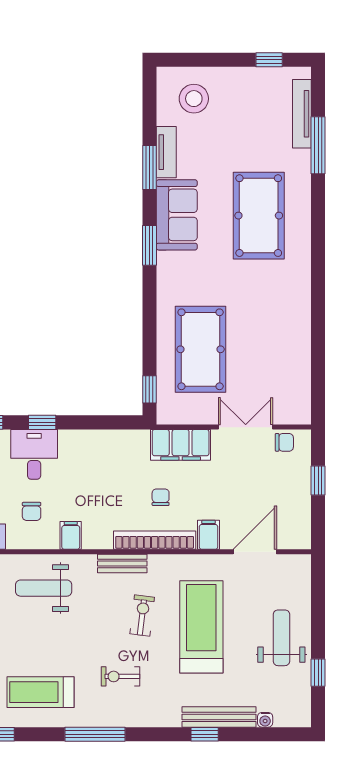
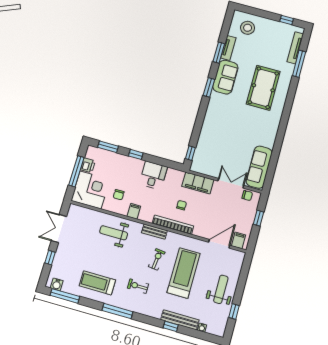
pool table: (201, 349) -> (220, 141), removed
sofa: (293, 379) -> (259, 167), added
desk: (34, 454) -> (153, 175), moved
filing cabinet: (208, 535) -> (239, 240), moved

